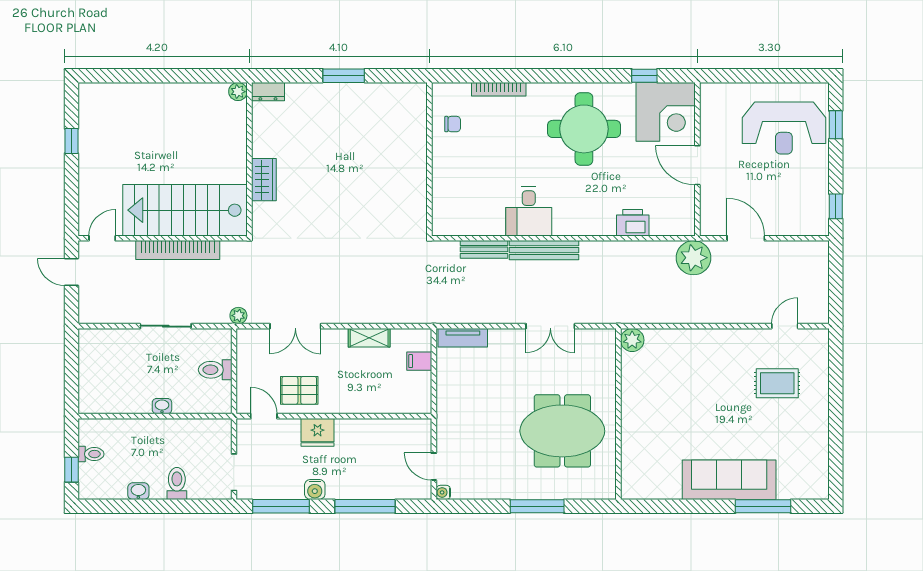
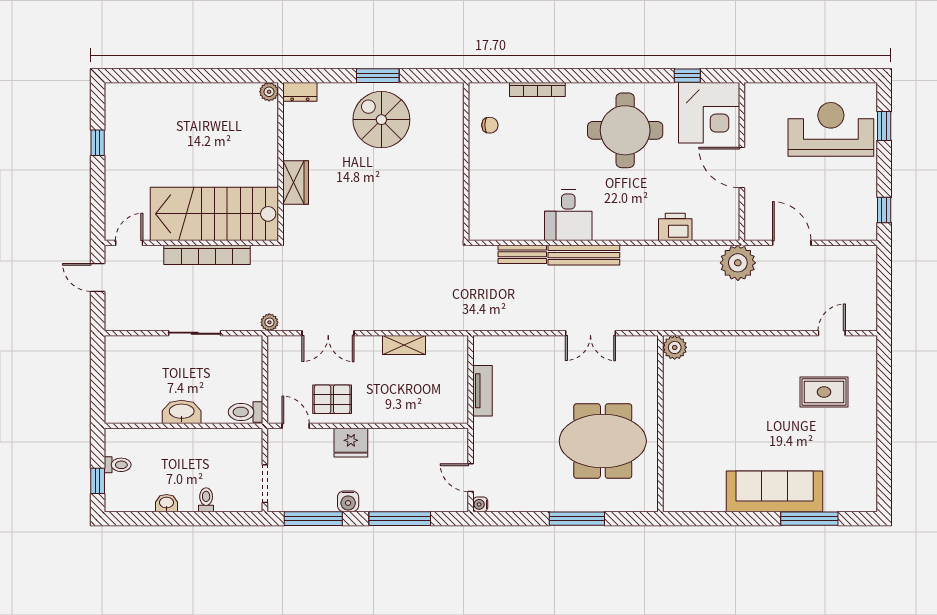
spiral stairs: (347, 119) -> (381, 120), added
reception desk: (784, 128) -> (831, 129), turned 180
tv unit: (463, 338) -> (483, 391), moved, turned -90
filing cabinet: (419, 361) -> (456, 369), removed
toilet: (215, 370) -> (245, 412), moved
washbasin: (162, 406) -> (182, 412), width x1.91, depth x1.45
toilet: (177, 483) -> (206, 500), width x0.73, depth x0.72

